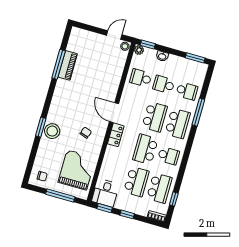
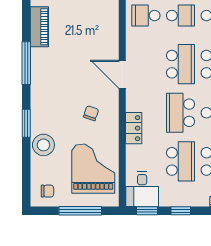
window: (59, 64) -> (26, 63), moved
school desk: (164, 84) -> (181, 16), turned 180
stool: (52, 131) -> (43, 145), moved
locker: (116, 135) -> (134, 128), moved

